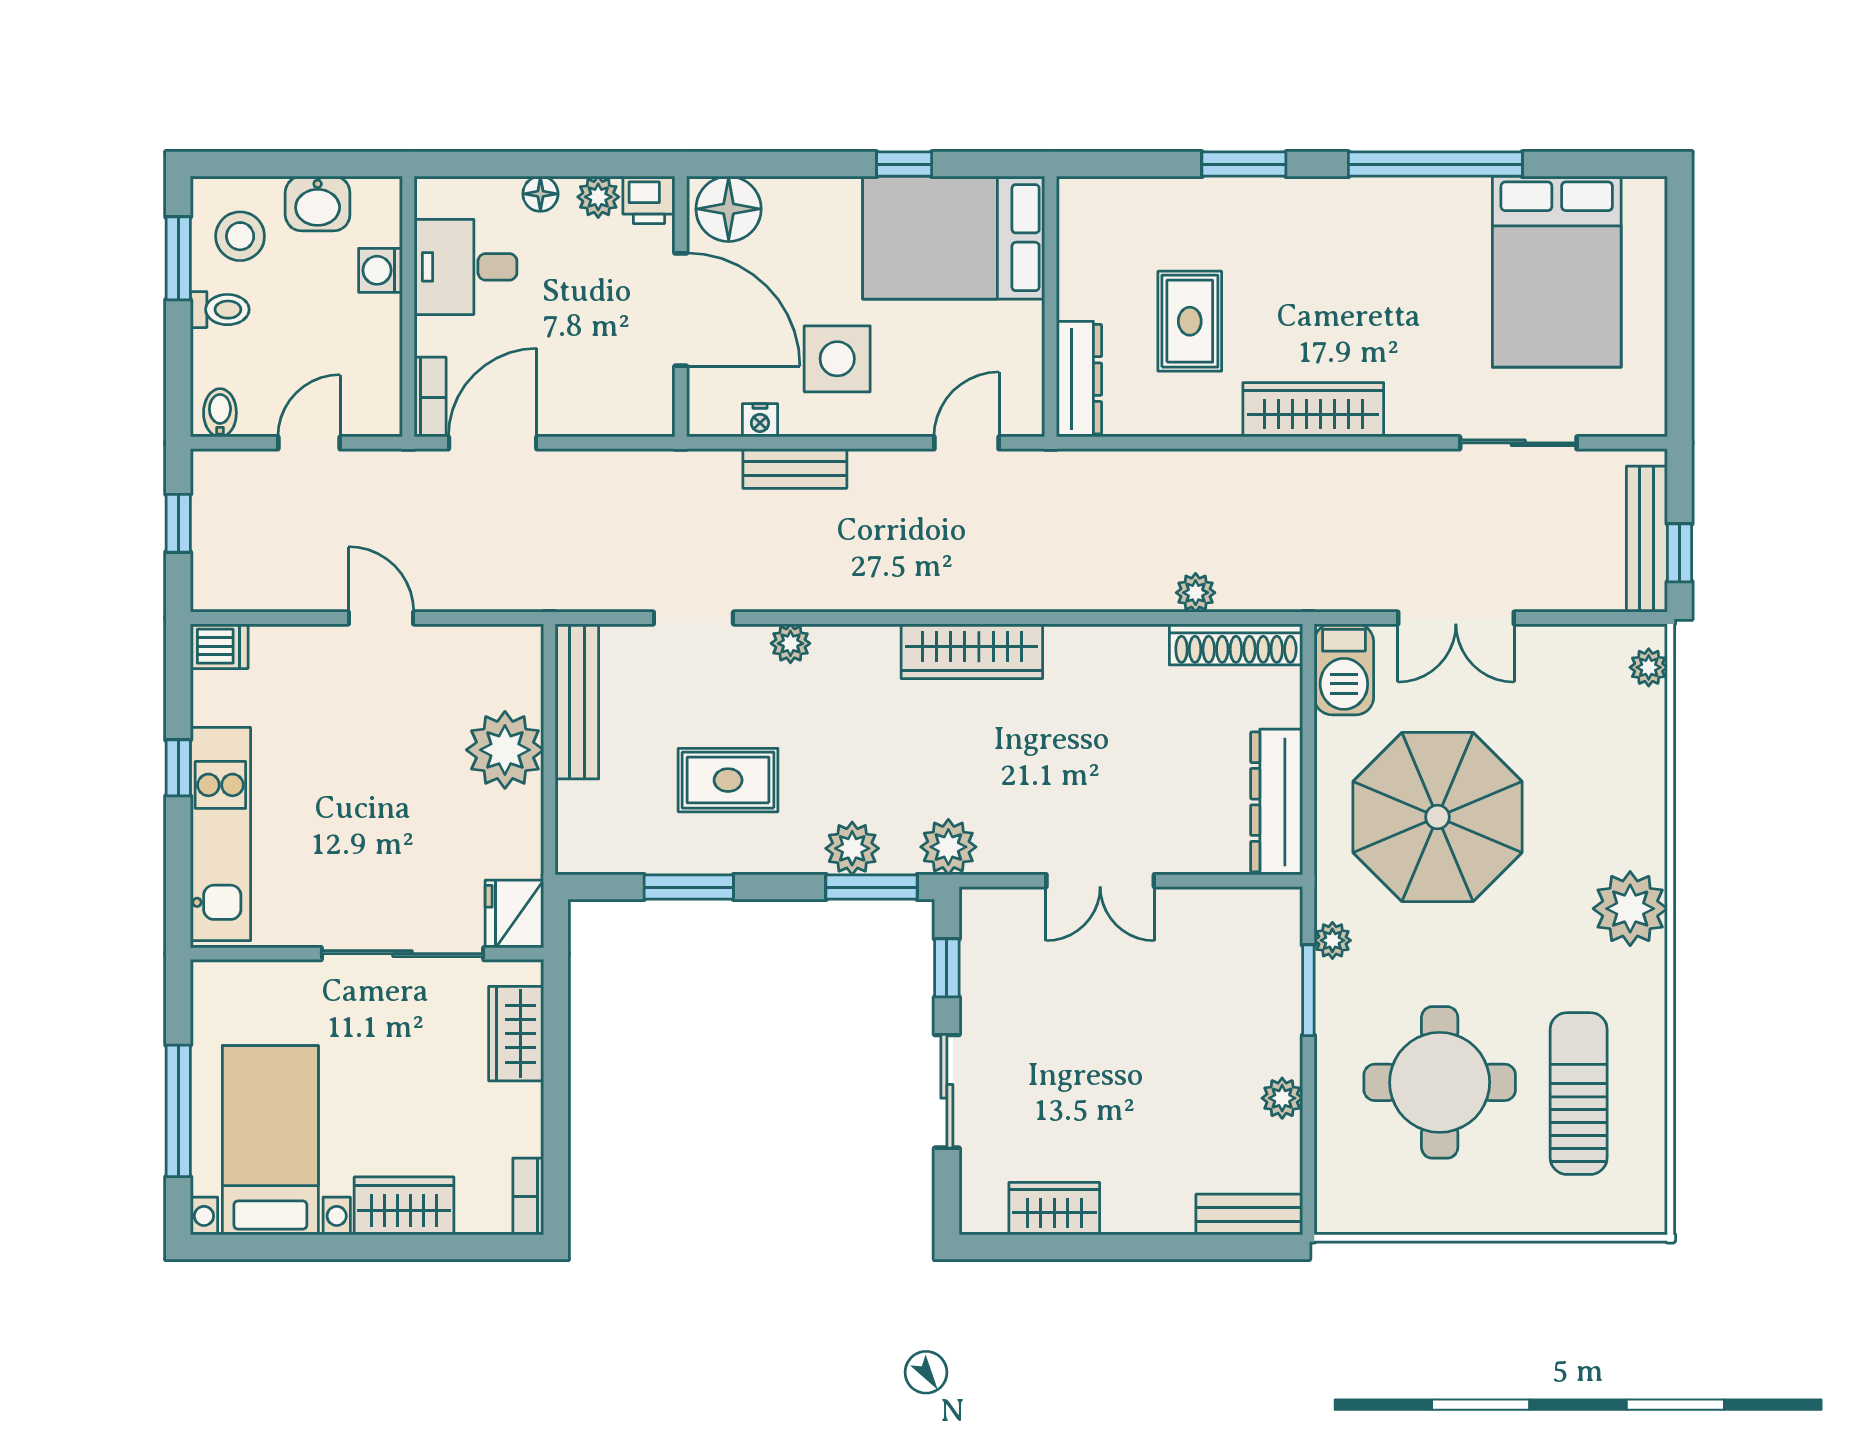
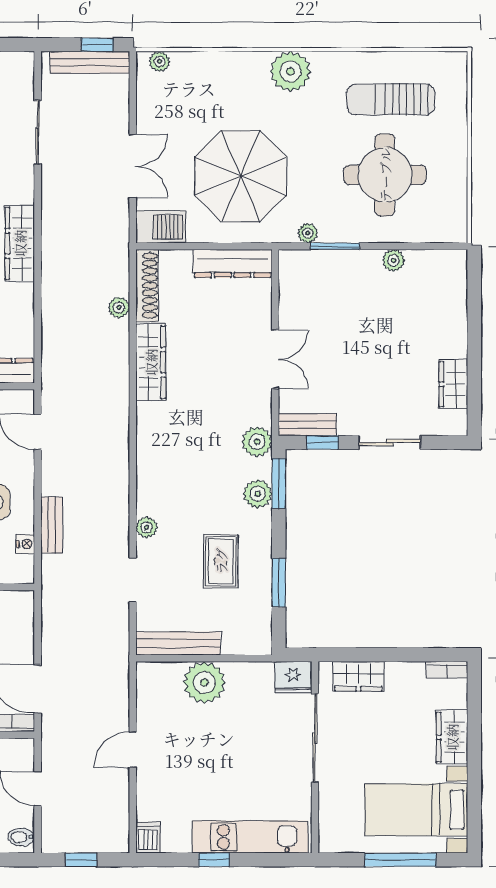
wardrobe: (972, 651) -> (151, 362), moved
bench: (1249, 1215) -> (307, 425), moved, turned 90

